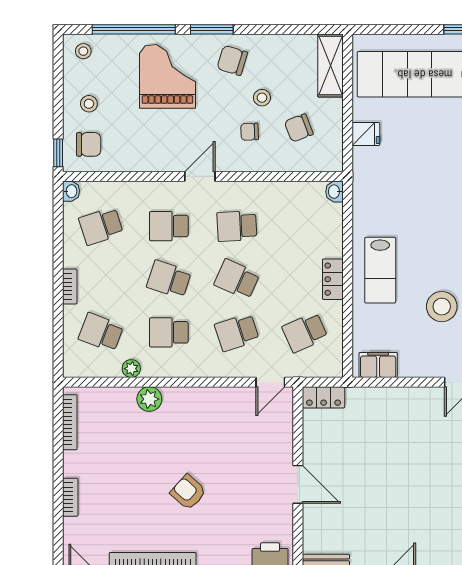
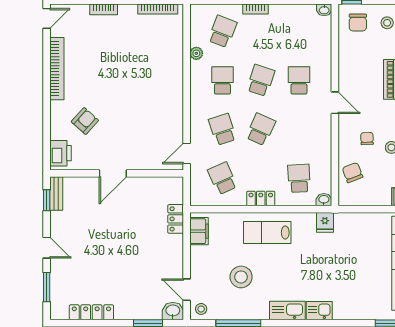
chair: (299, 128) -> (352, 172), moved
fridge: (366, 134) -> (325, 222), moved
school desk: (101, 226) -> (299, 31), removed
school desk: (237, 226) -> (299, 178), moved
door: (270, 382) -> (187, 153), hinge flipped
locker: (324, 397) -> (176, 219), moved
plant: (149, 399) -> (174, 66), removed
armchair: (188, 492) -> (85, 121), moved

